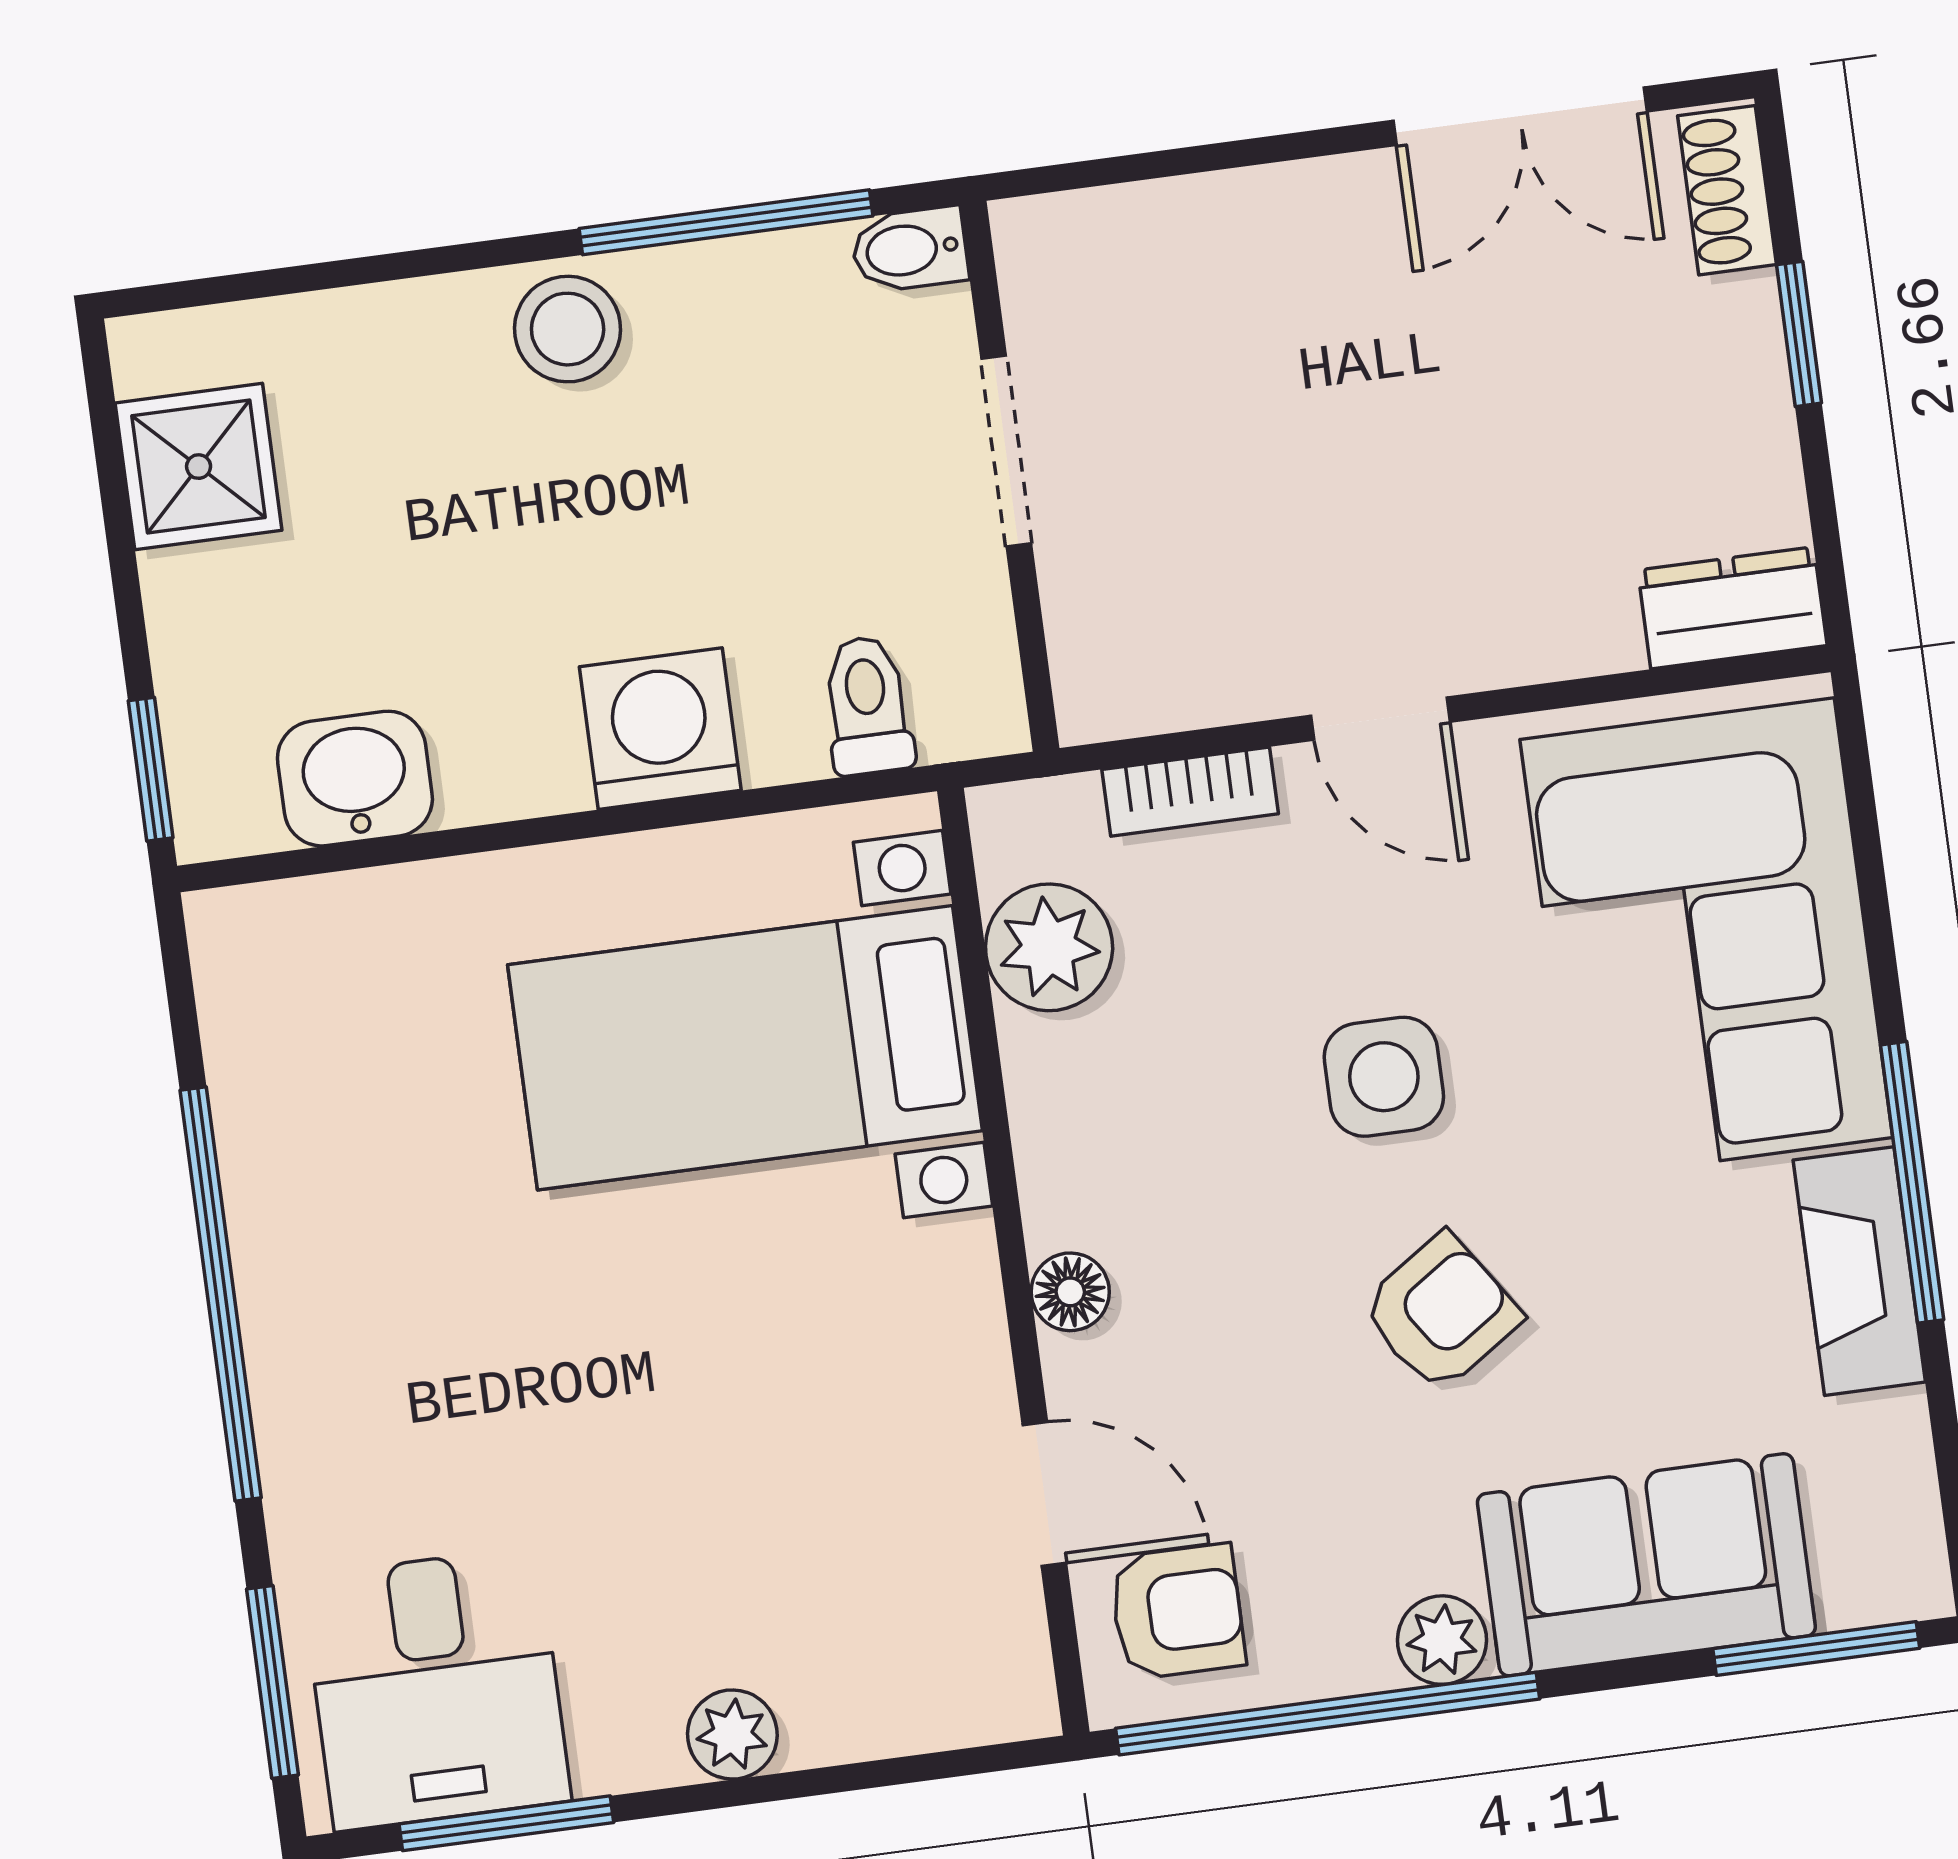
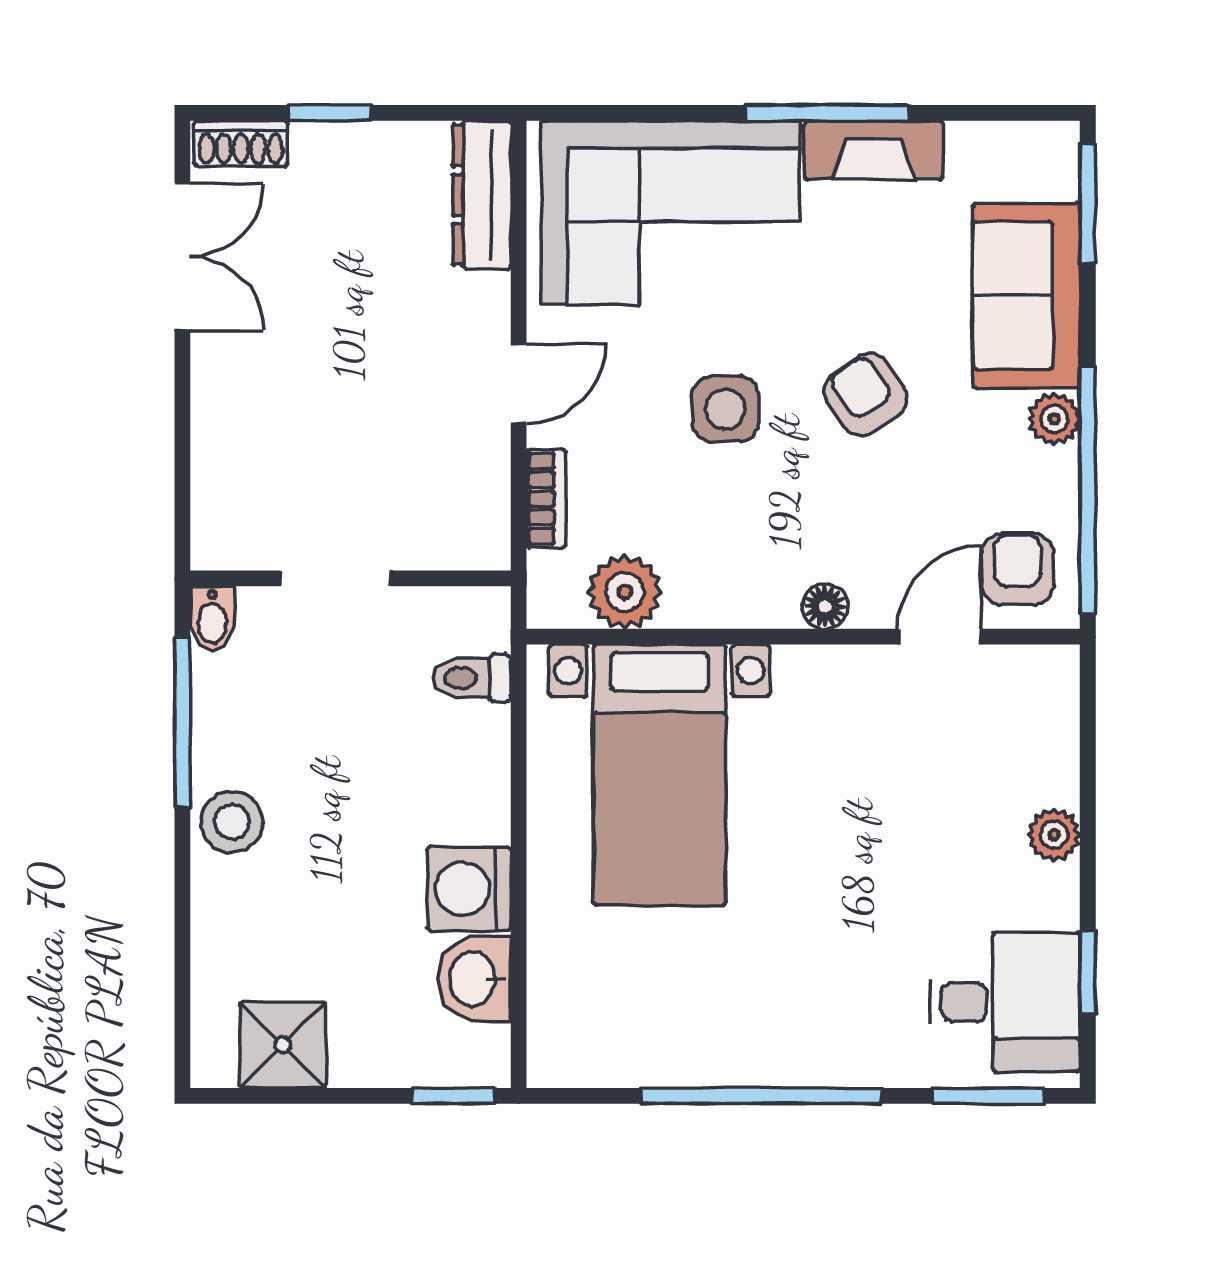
dresser: (1732, 608) -> (482, 195), width x1.44
washing machine: (660, 729) -> (469, 889), moved
window: (506, 1823) -> (1088, 972), width x0.67

